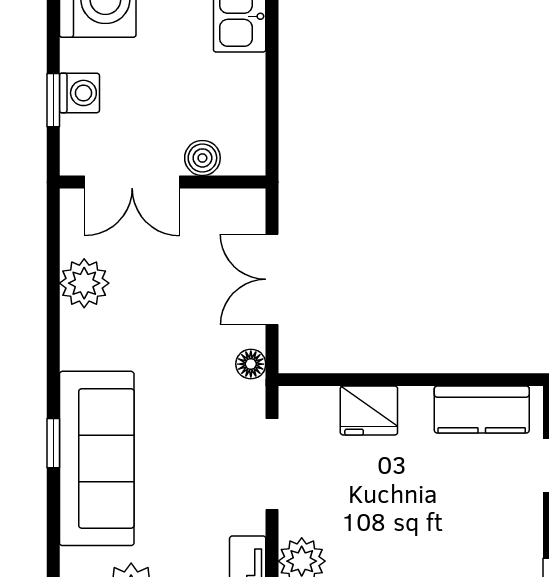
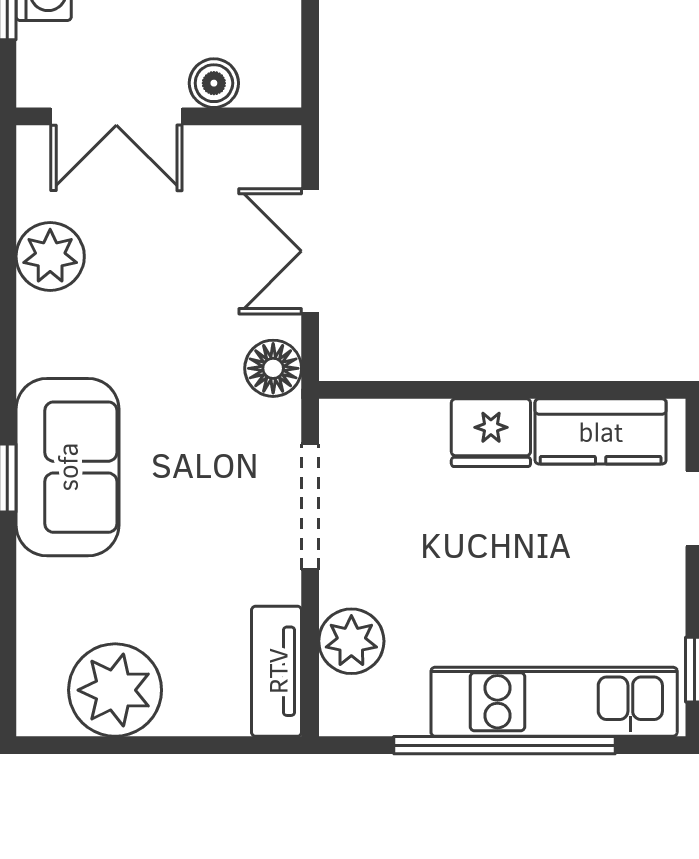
floor lamp: (251, 364) -> (273, 368), width x1.37, depth x1.37
fridge: (369, 410) -> (491, 433), moved
sofa: (97, 458) -> (67, 467), width x0.73

